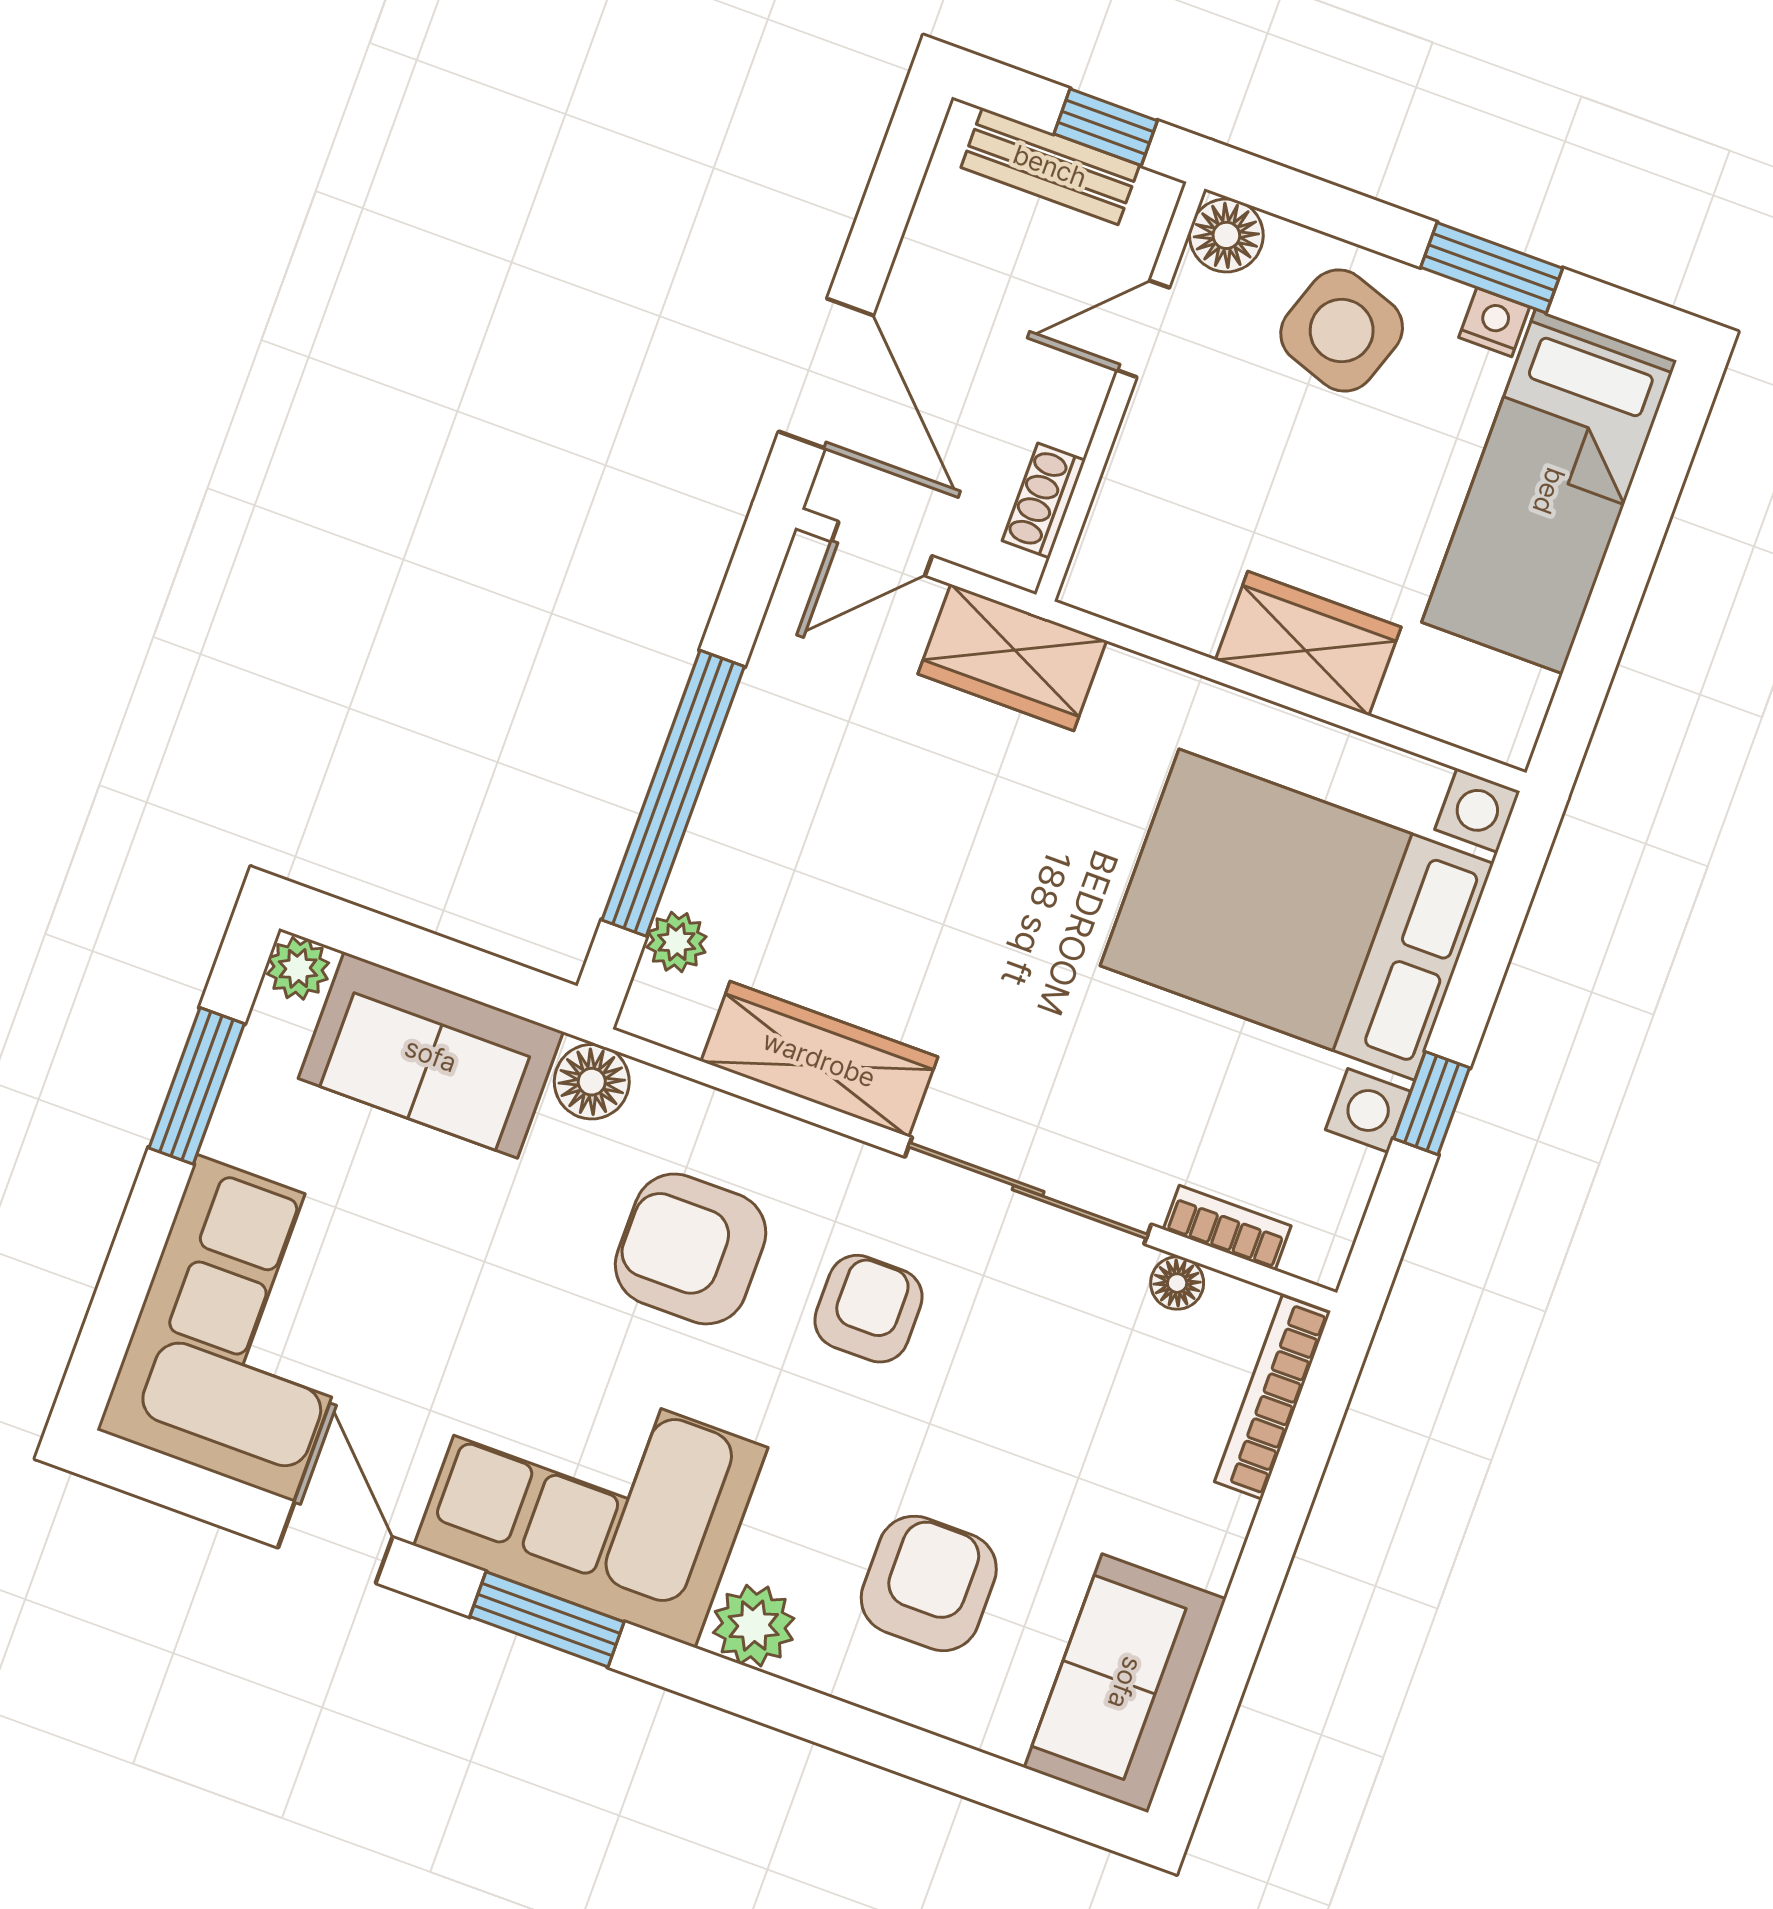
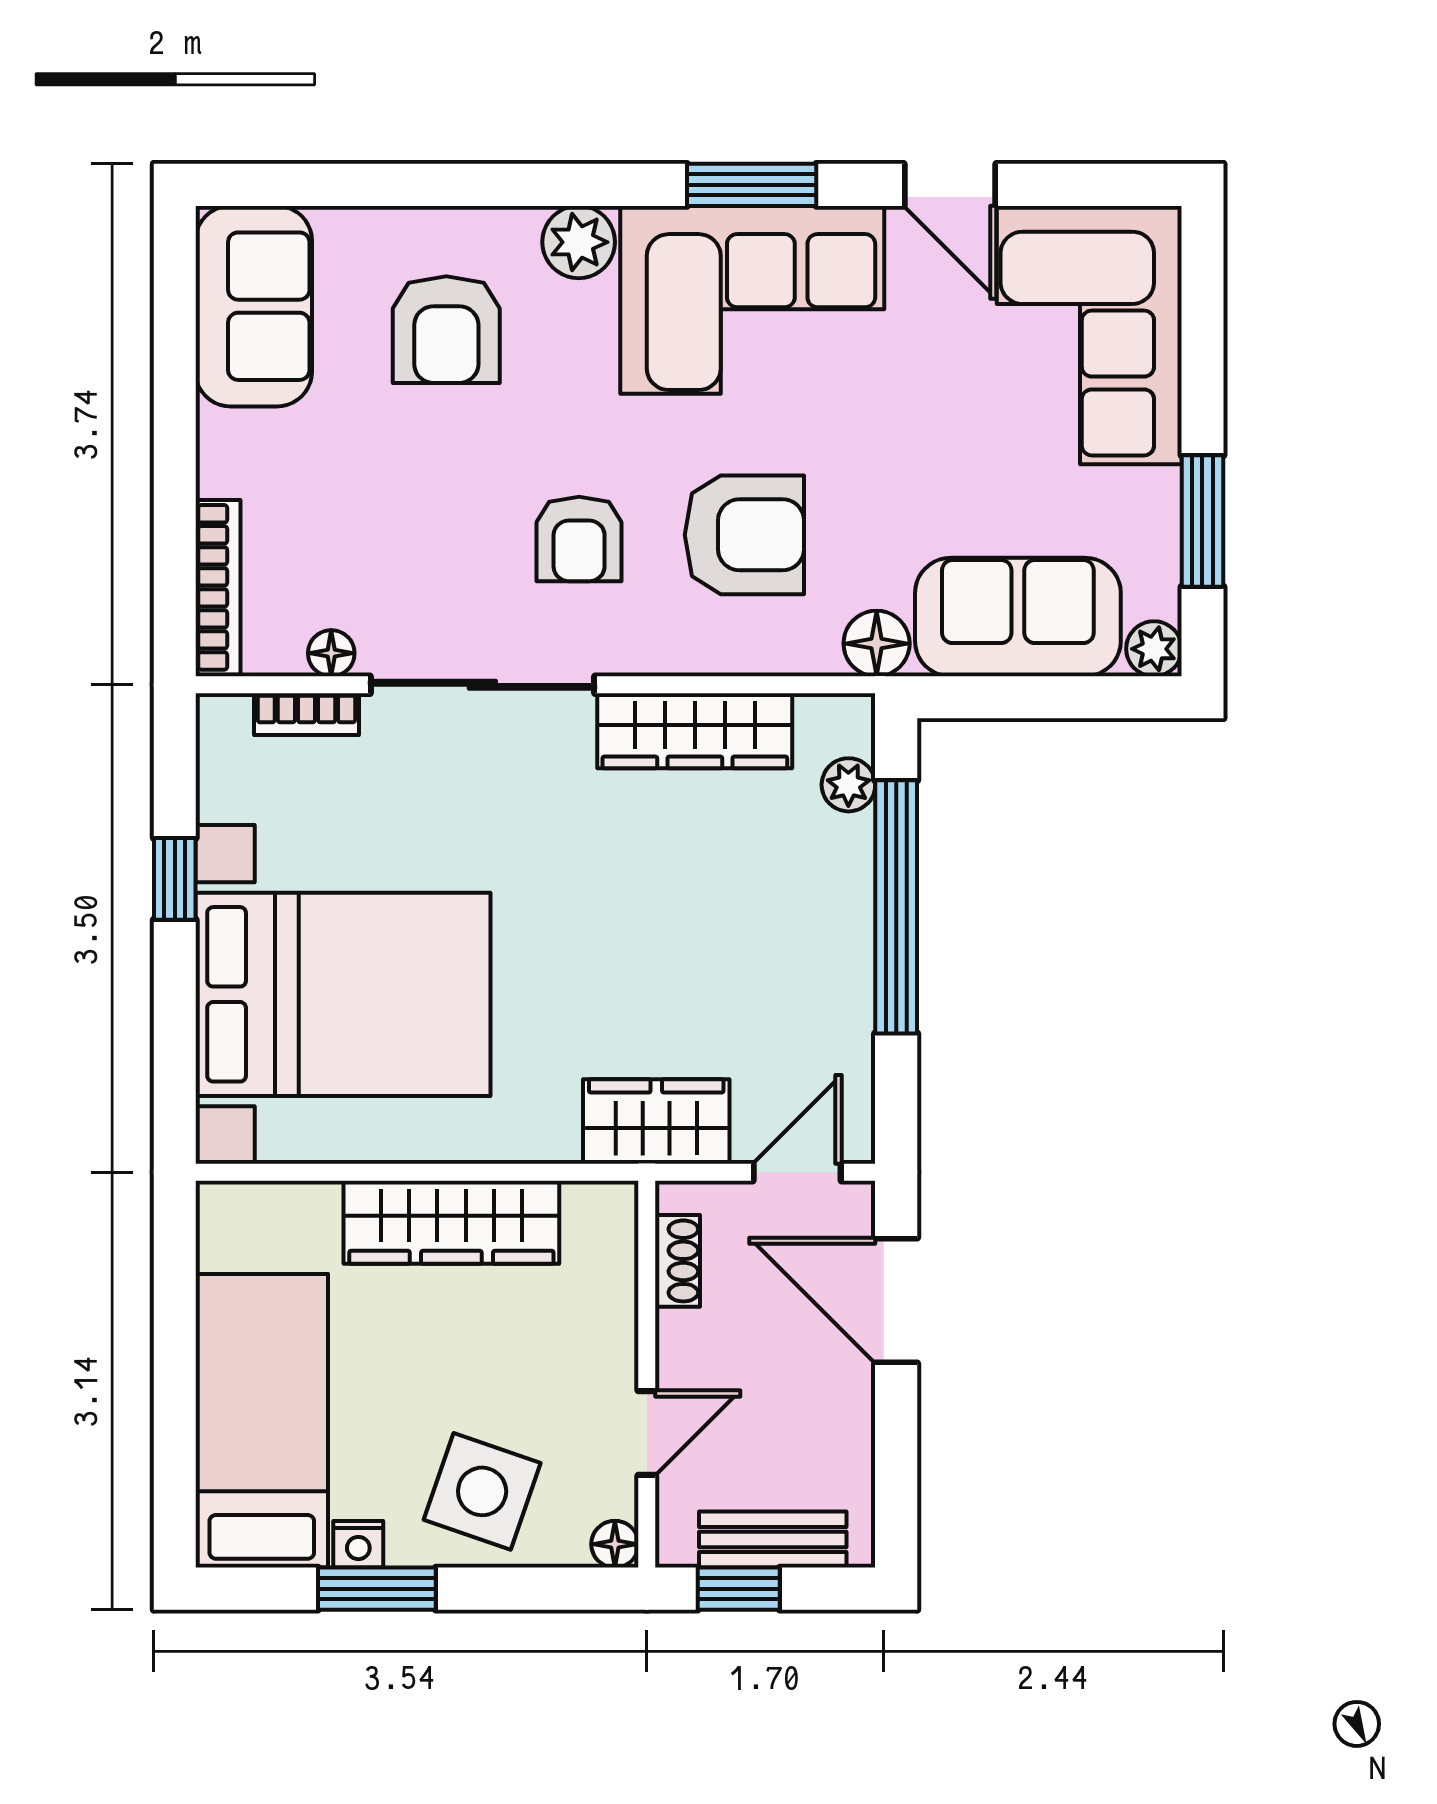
floor lamp: (1226, 235) -> (615, 1544), width x0.73, depth x0.73
wardrobe: (1308, 643) -> (451, 1222), width x1.50

